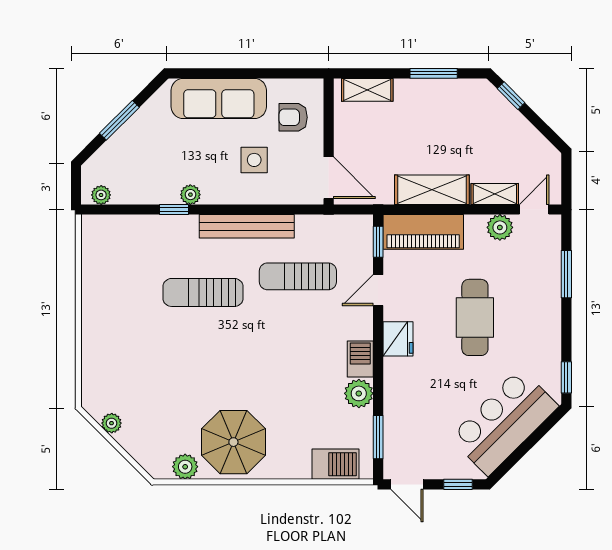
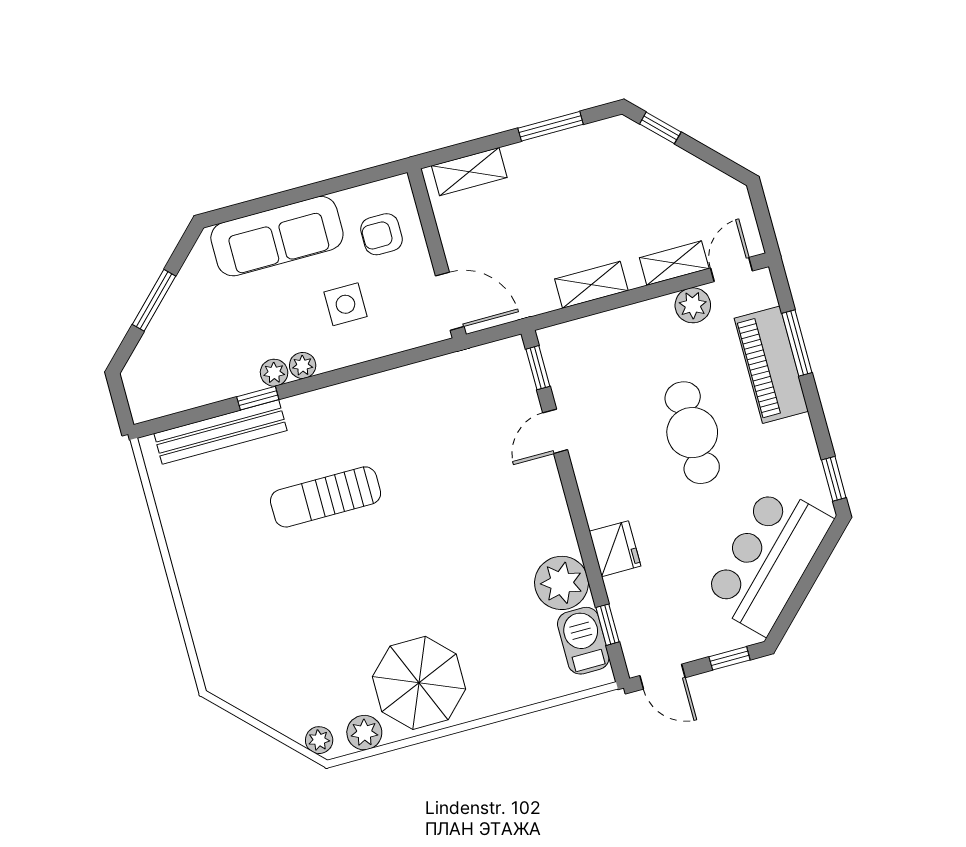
shelving: (432, 190) -> (591, 285), width x0.67, depth x0.75
plant: (101, 195) -> (303, 365), moved
bench: (247, 226) -> (220, 432), moved
piano: (423, 232) -> (771, 365), moved, turned 90
sun lounger: (298, 276) -> (445, 442), removed
fridge: (398, 339) -> (615, 549), moved
barbecue: (360, 359) -> (556, 528), removed
plant: (359, 393) -> (562, 583), width x1.36, depth x1.36
plant: (112, 423) -> (319, 740), moved
window: (378, 437) -> (608, 625), width x0.67
barbecue: (336, 464) -> (583, 641), moved, turned -90

